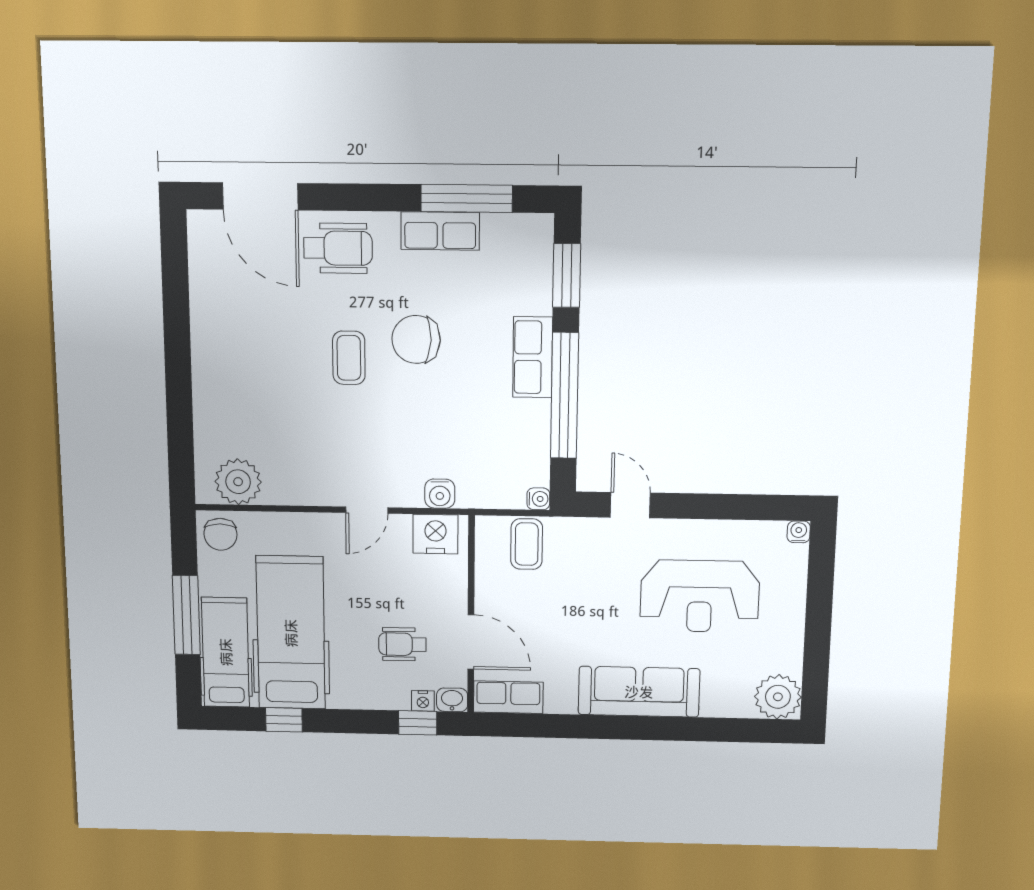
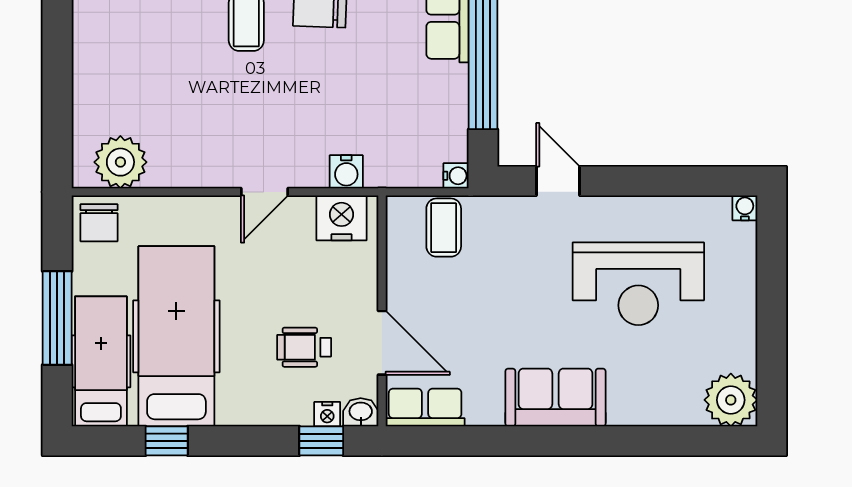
sofa: (639, 692) -> (555, 397), width x0.73

